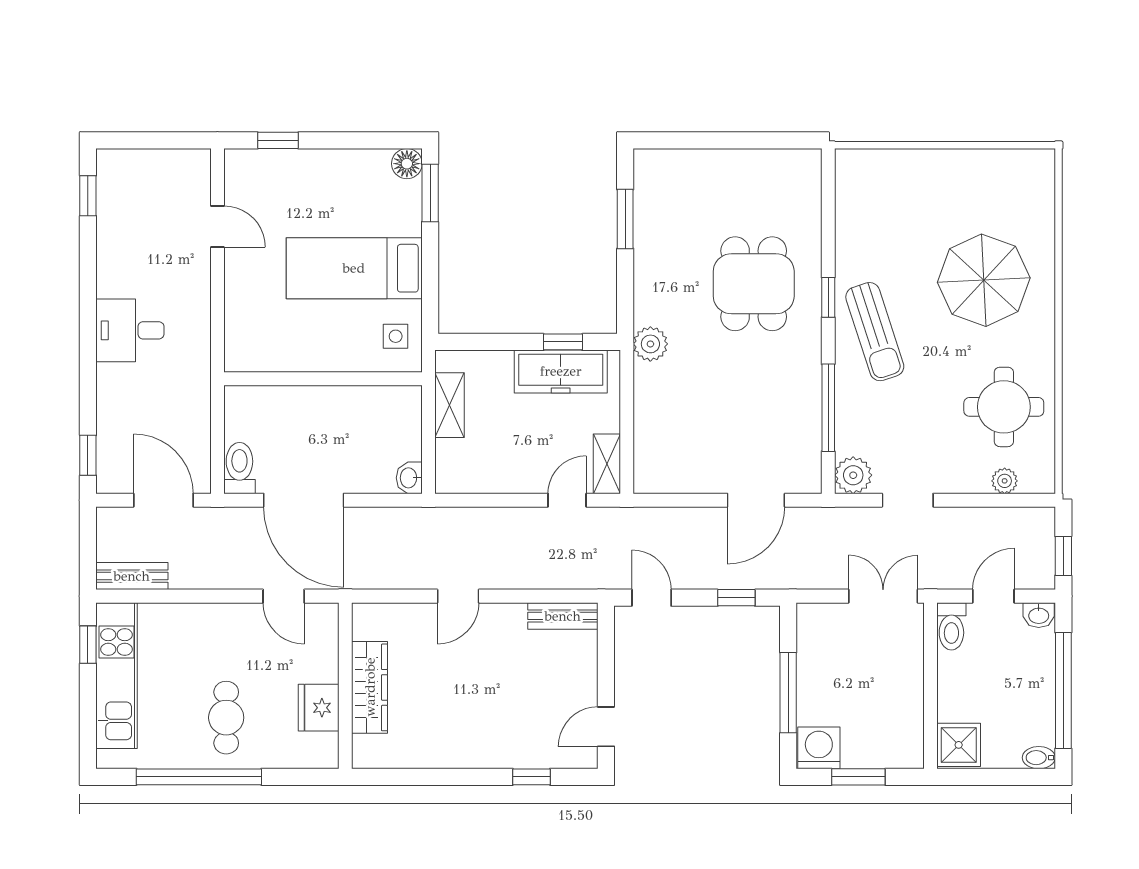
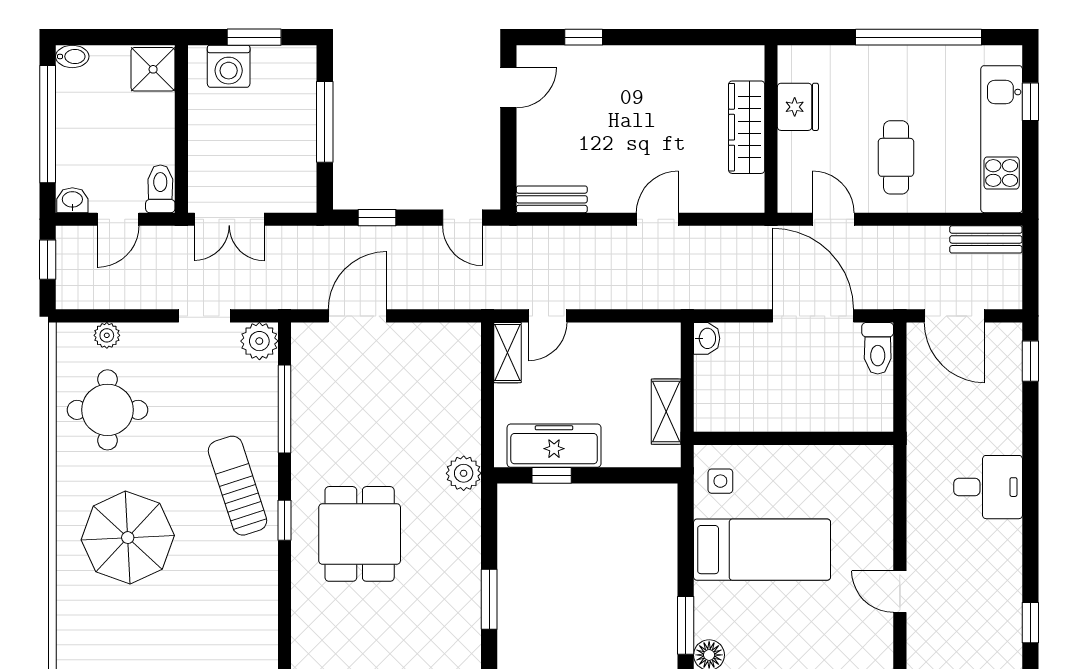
window: (88, 645) -> (1030, 102), moved
cafe table: (226, 718) -> (896, 157), moved
washing machine: (819, 748) -> (229, 66), moved

